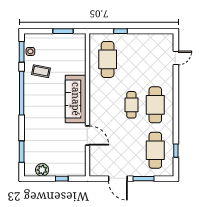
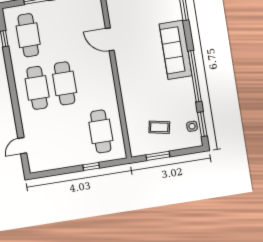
coffee table: (41, 71) -> (159, 127), moved
sofa: (76, 99) -> (176, 50), moved, turned 180
cafe table: (131, 105) -> (65, 83), width x1.37, depth x1.35

